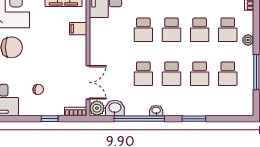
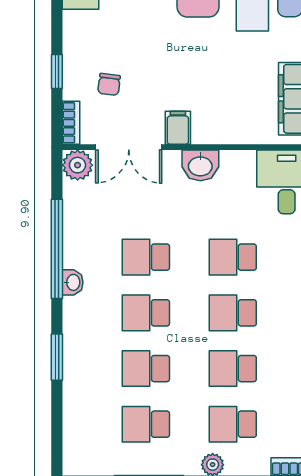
filing cabinet: (78, 29) -> (178, 128), moved
chair: (38, 89) -> (109, 84), moved
washbasin: (115, 108) -> (200, 165), moved, turned 90

